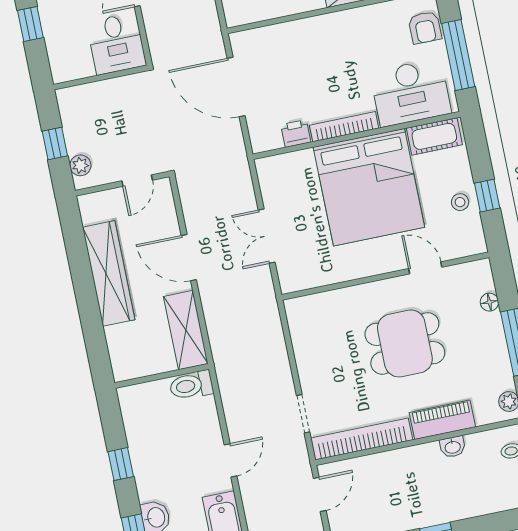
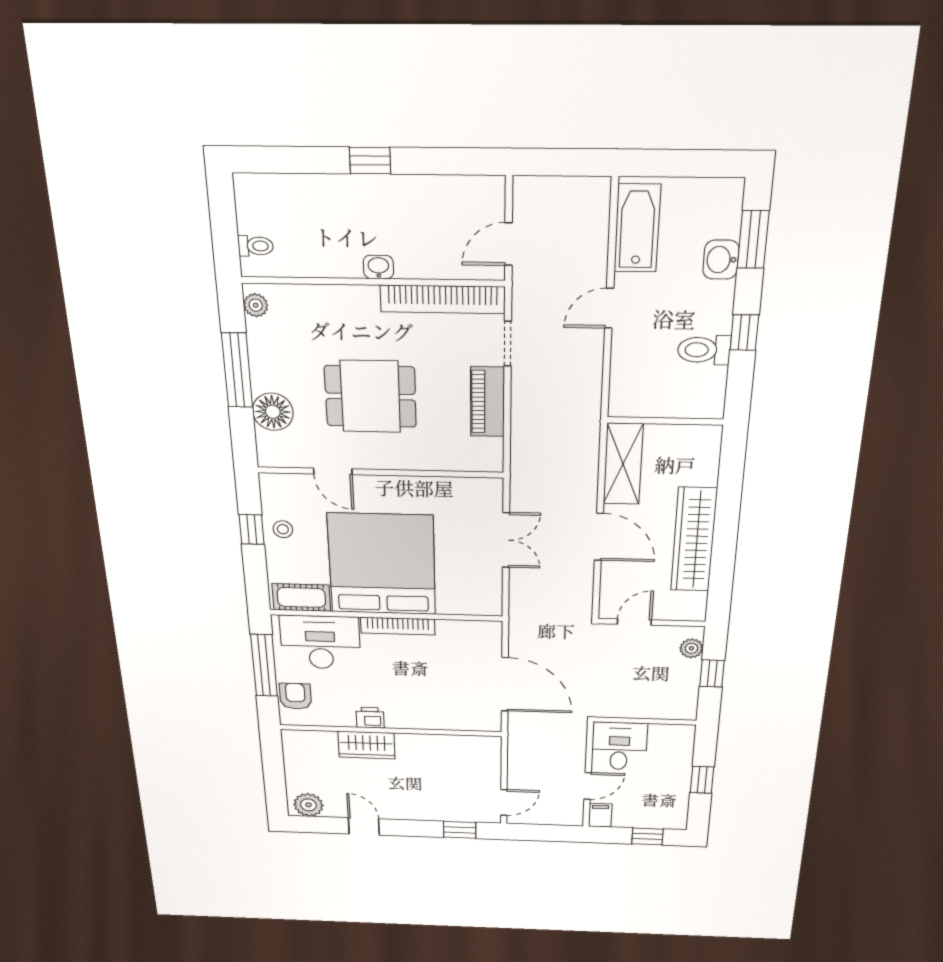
printer: (296, 133) -> (370, 718), moved, turned 180
floor lamp: (489, 302) -> (273, 412), width x1.89, depth x1.89
toilet: (191, 385) -> (704, 350), moved, turned 180
piano: (442, 420) -> (487, 402), moved, turned 90
washbasin: (453, 447) -> (378, 267), moved

